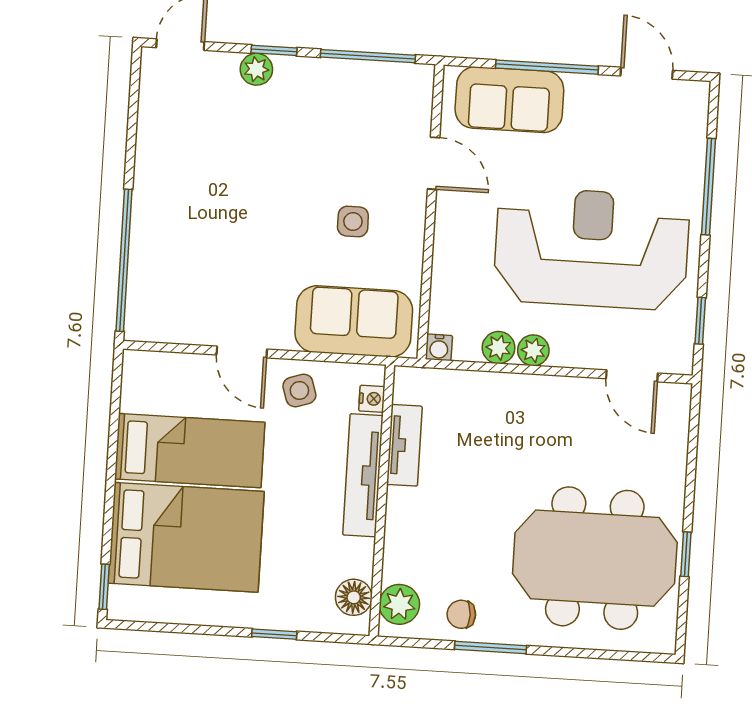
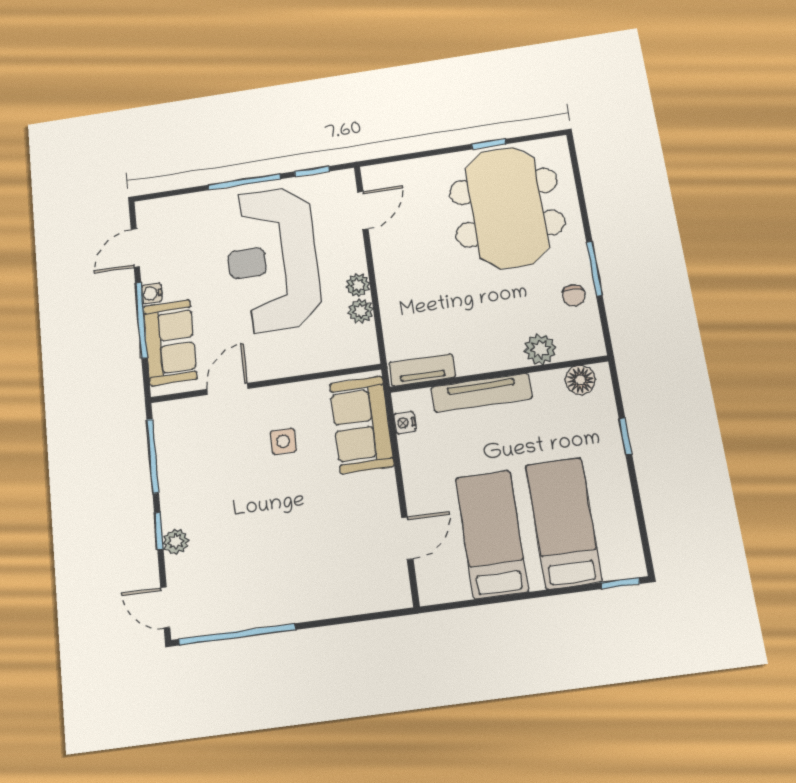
window: (708, 187) -> (244, 182), moved
window: (124, 260) -> (237, 634), moved
water cooler: (439, 347) -> (152, 293), moved, turned 180
door: (242, 352) -> (407, 538), moved
side table: (299, 390) -> (425, 456), removed
nightstand: (372, 399) -> (405, 423), moved, turned -90
tv unit: (404, 445) -> (422, 370), moved
bed: (186, 537) -> (563, 523), width x0.67
plant: (399, 604) -> (540, 349), moved

